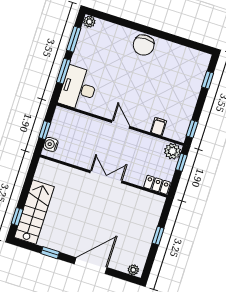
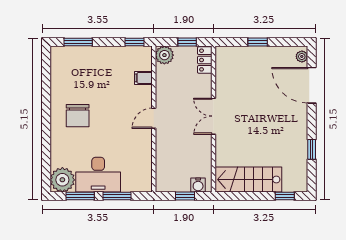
plant: (89, 22) -> (62, 180), width x1.88, depth x1.88
chair: (144, 45) -> (78, 116), moved, turned 90
window: (208, 80) -> (78, 42), width x1.50
desk: (78, 88) -> (98, 175), moved
window: (181, 162) -> (187, 42), moved
stairs: (34, 212) -> (248, 179), moved
door: (91, 266) -> (312, 85), moved

